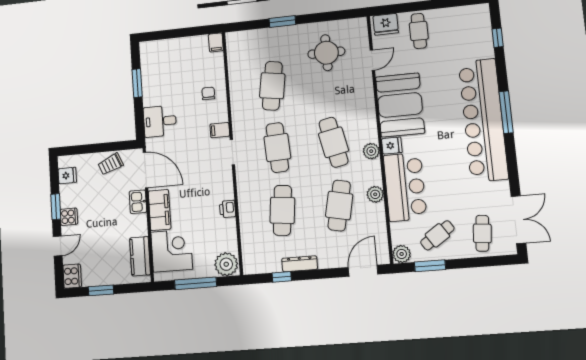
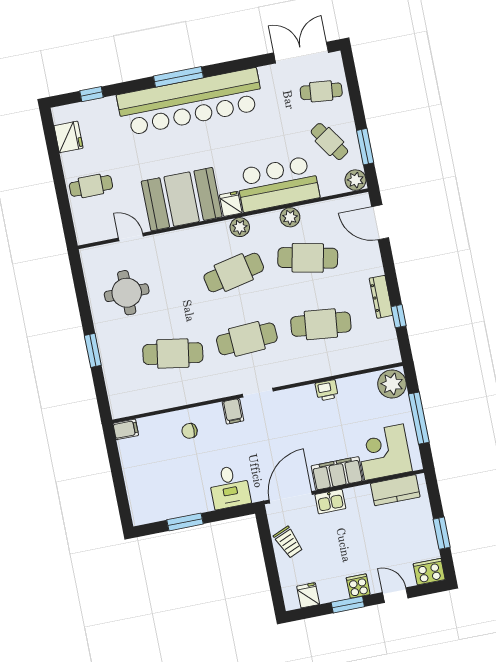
fridge: (386, 24) -> (69, 137), moved

